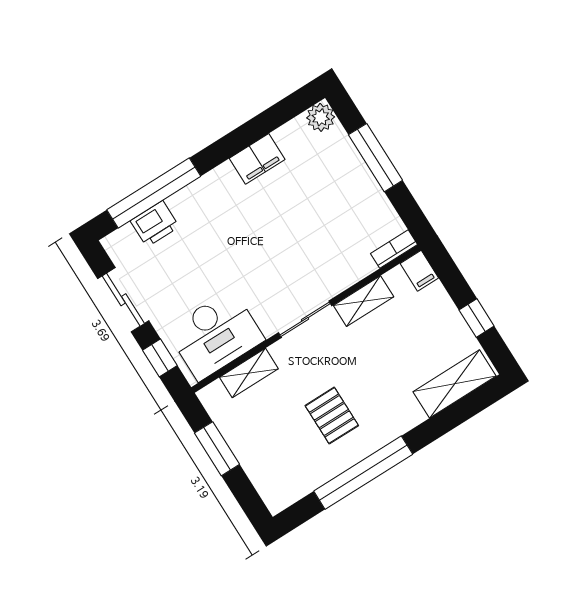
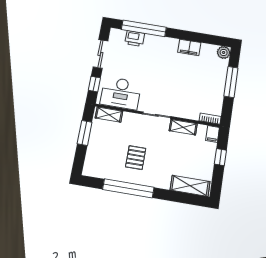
window: (477, 318) -> (220, 157), moved
shelving: (249, 373) -> (109, 115), moved

